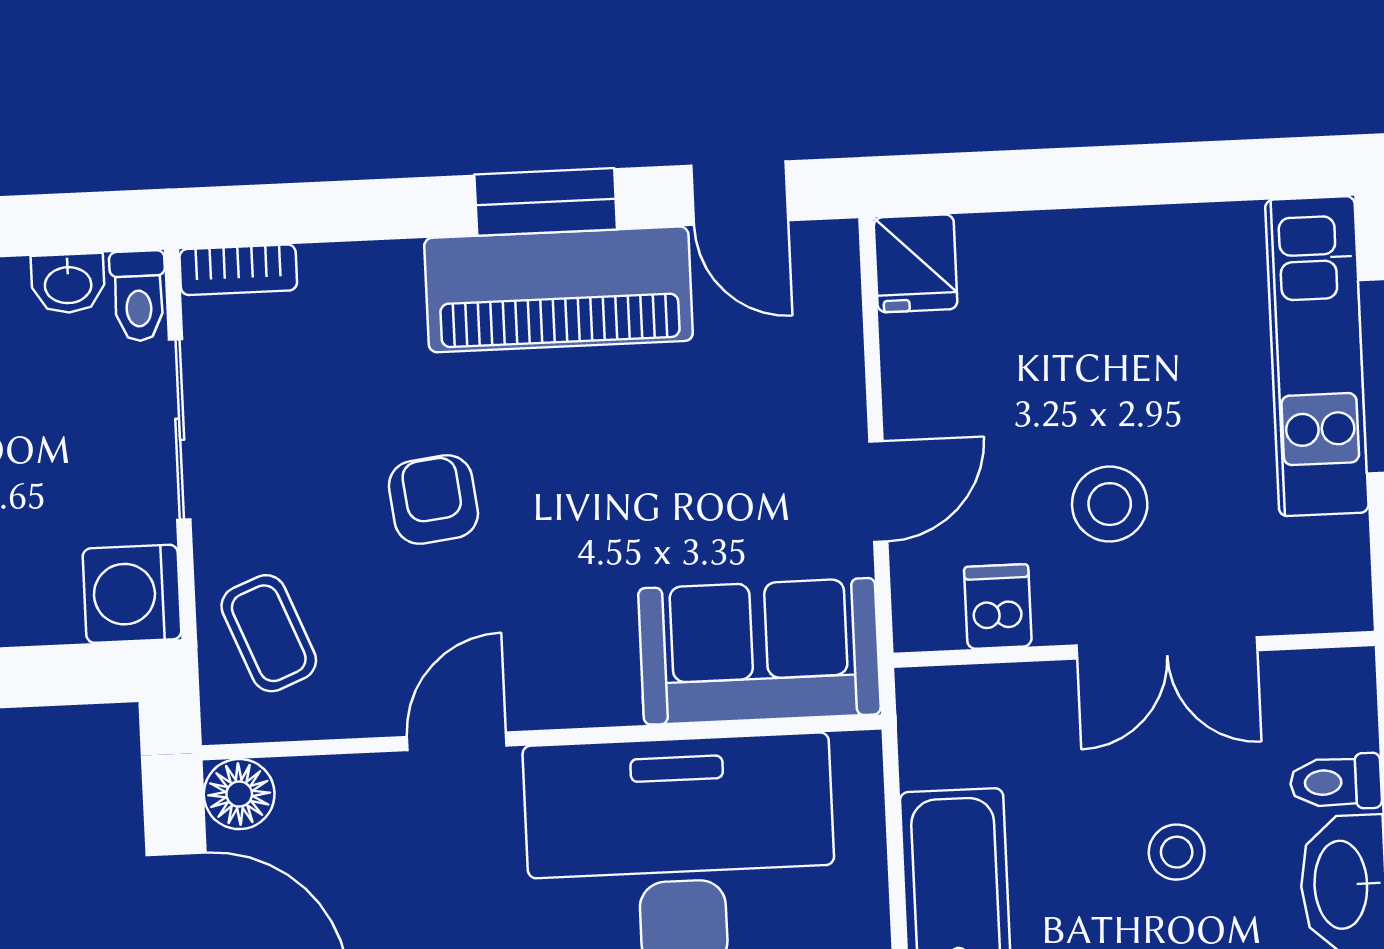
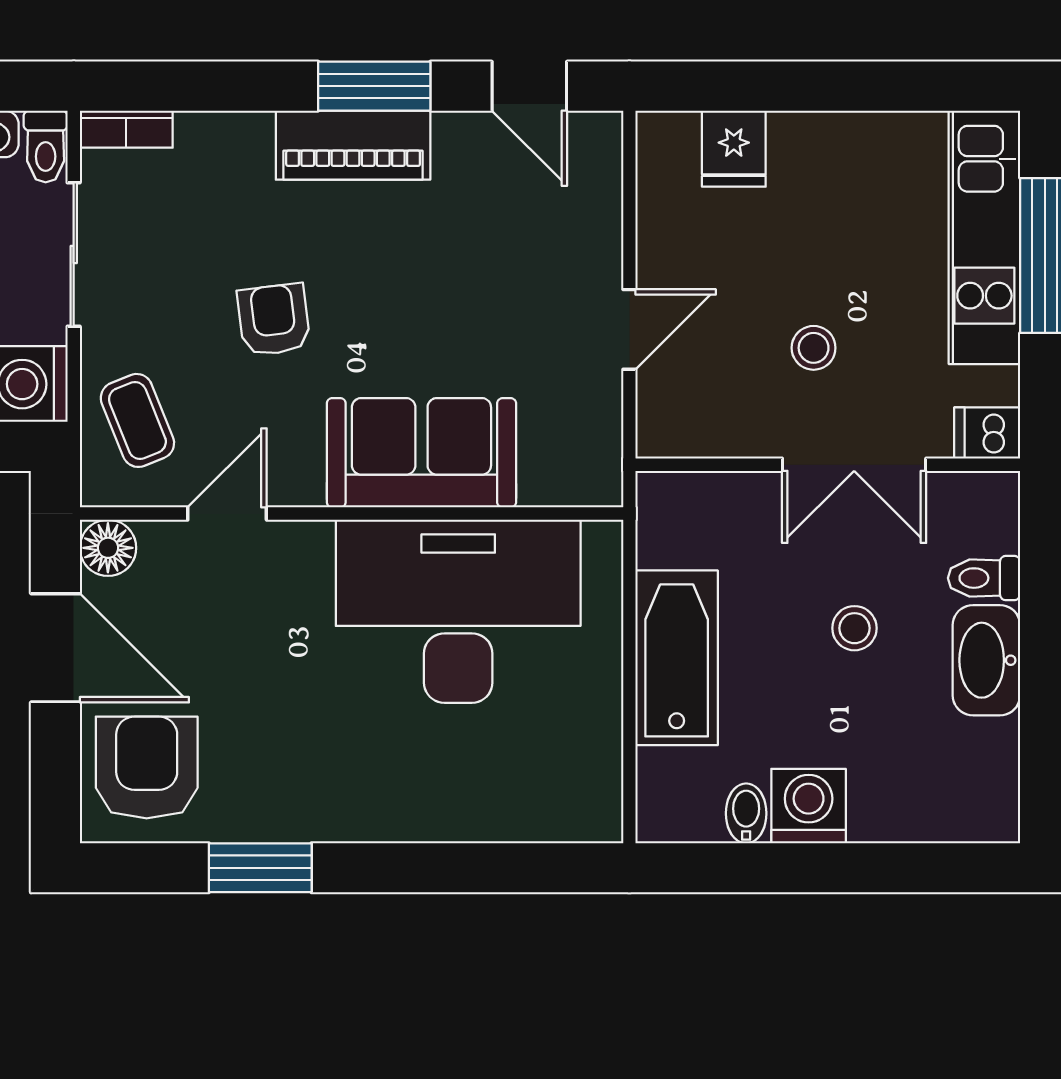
fridge: (916, 263) -> (734, 149), moved
piano: (559, 289) -> (353, 145), width x0.73, depth x0.75
stool: (1110, 504) -> (814, 348), width x0.73, depth x0.73
dishwasher: (998, 607) -> (987, 433), moved, turned -90
sofa: (759, 651) -> (421, 453), moved
door: (457, 741) -> (227, 514), moved

